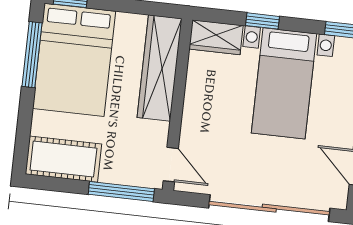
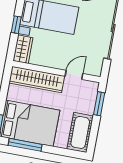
door: (171, 165) -> (74, 75), moved
window: (121, 192) -> (99, 104), width x0.69

